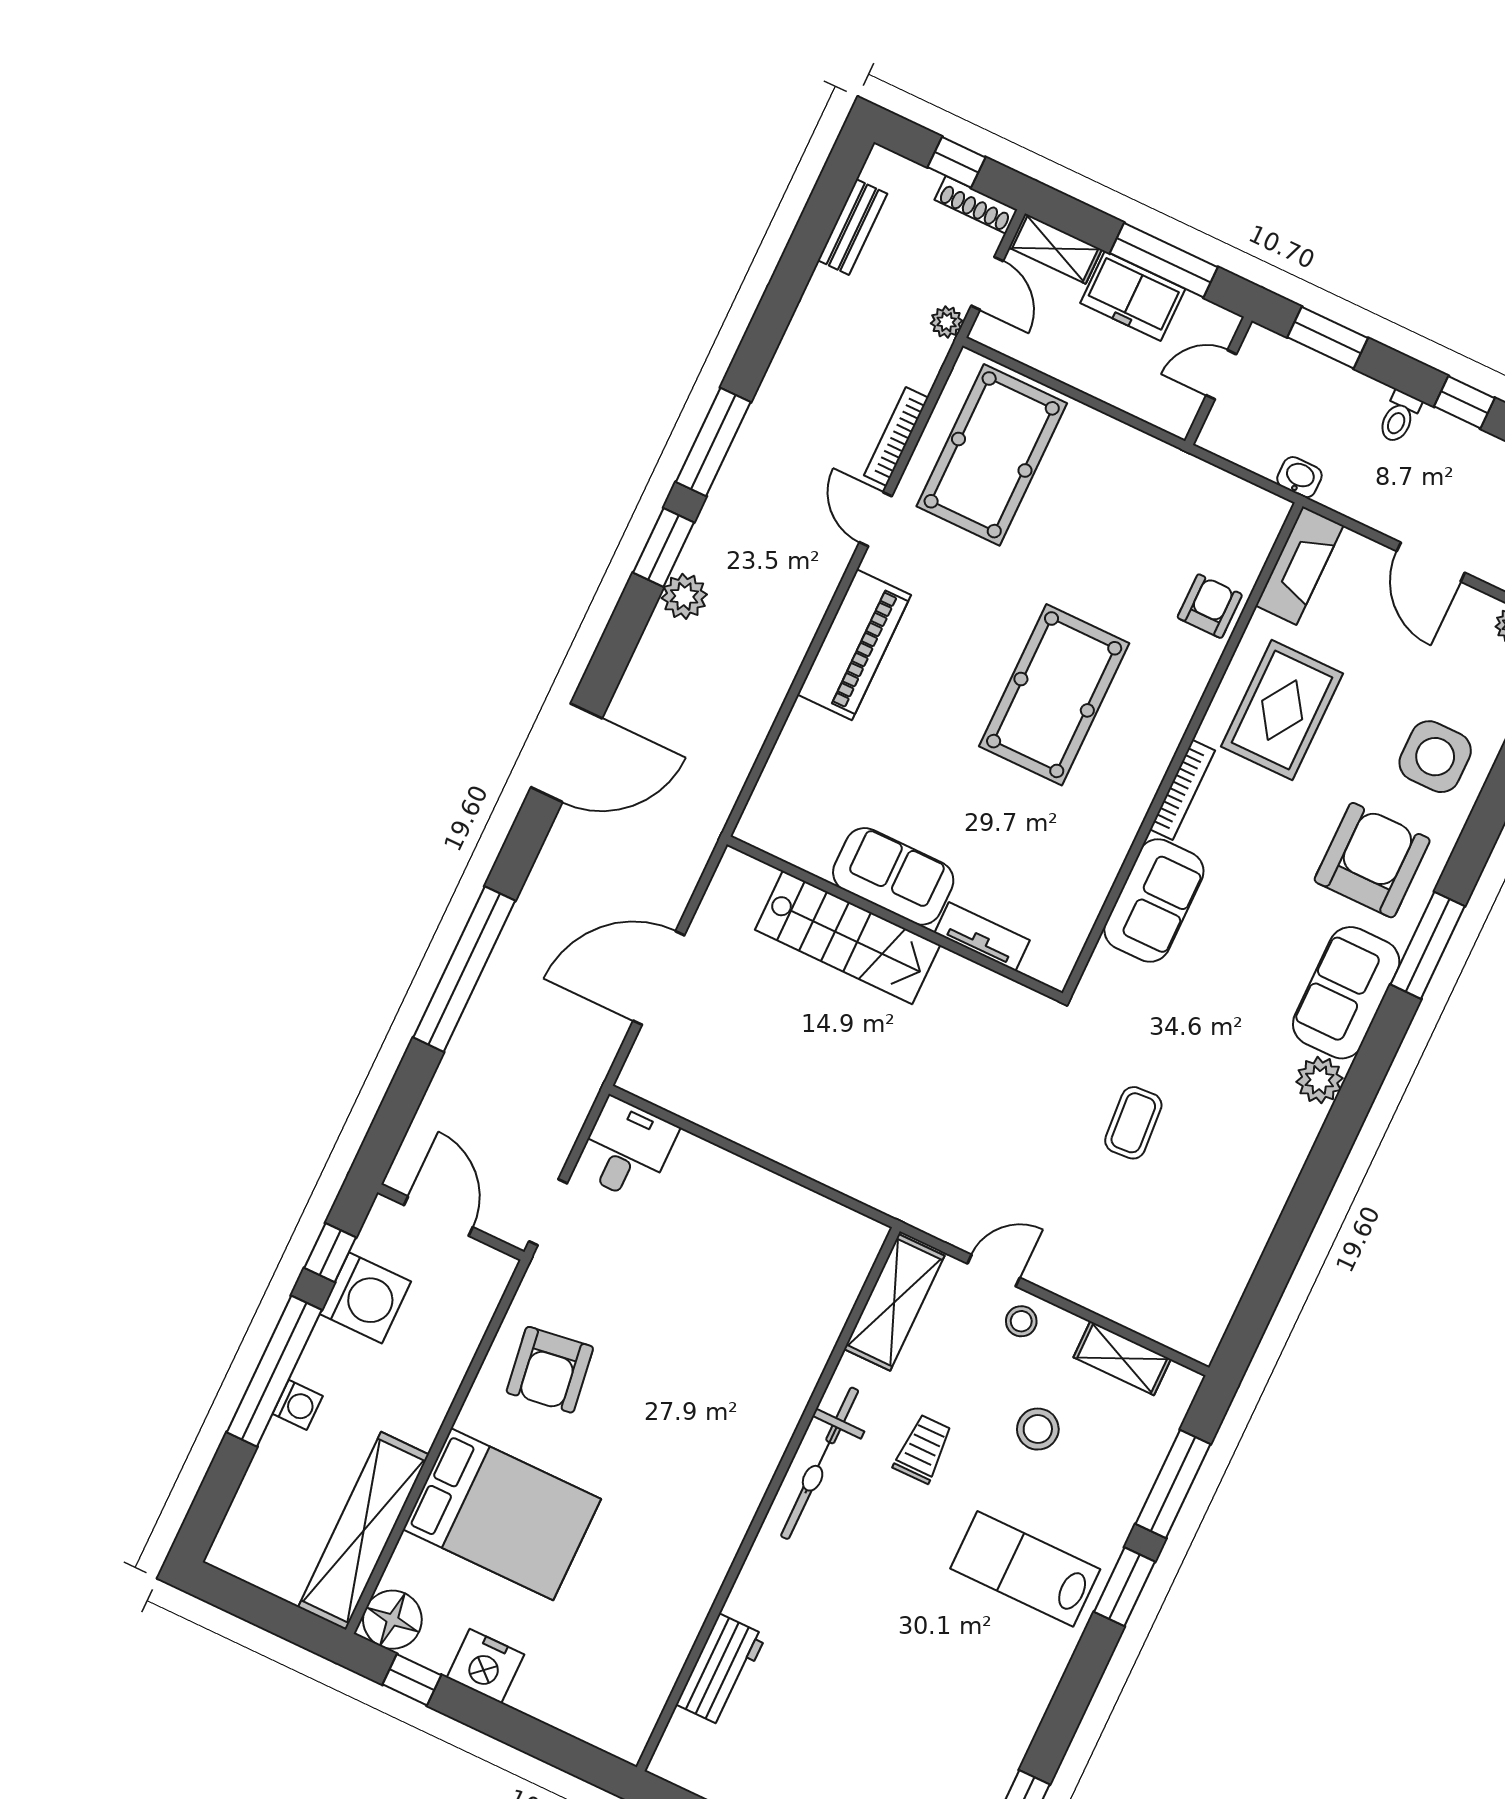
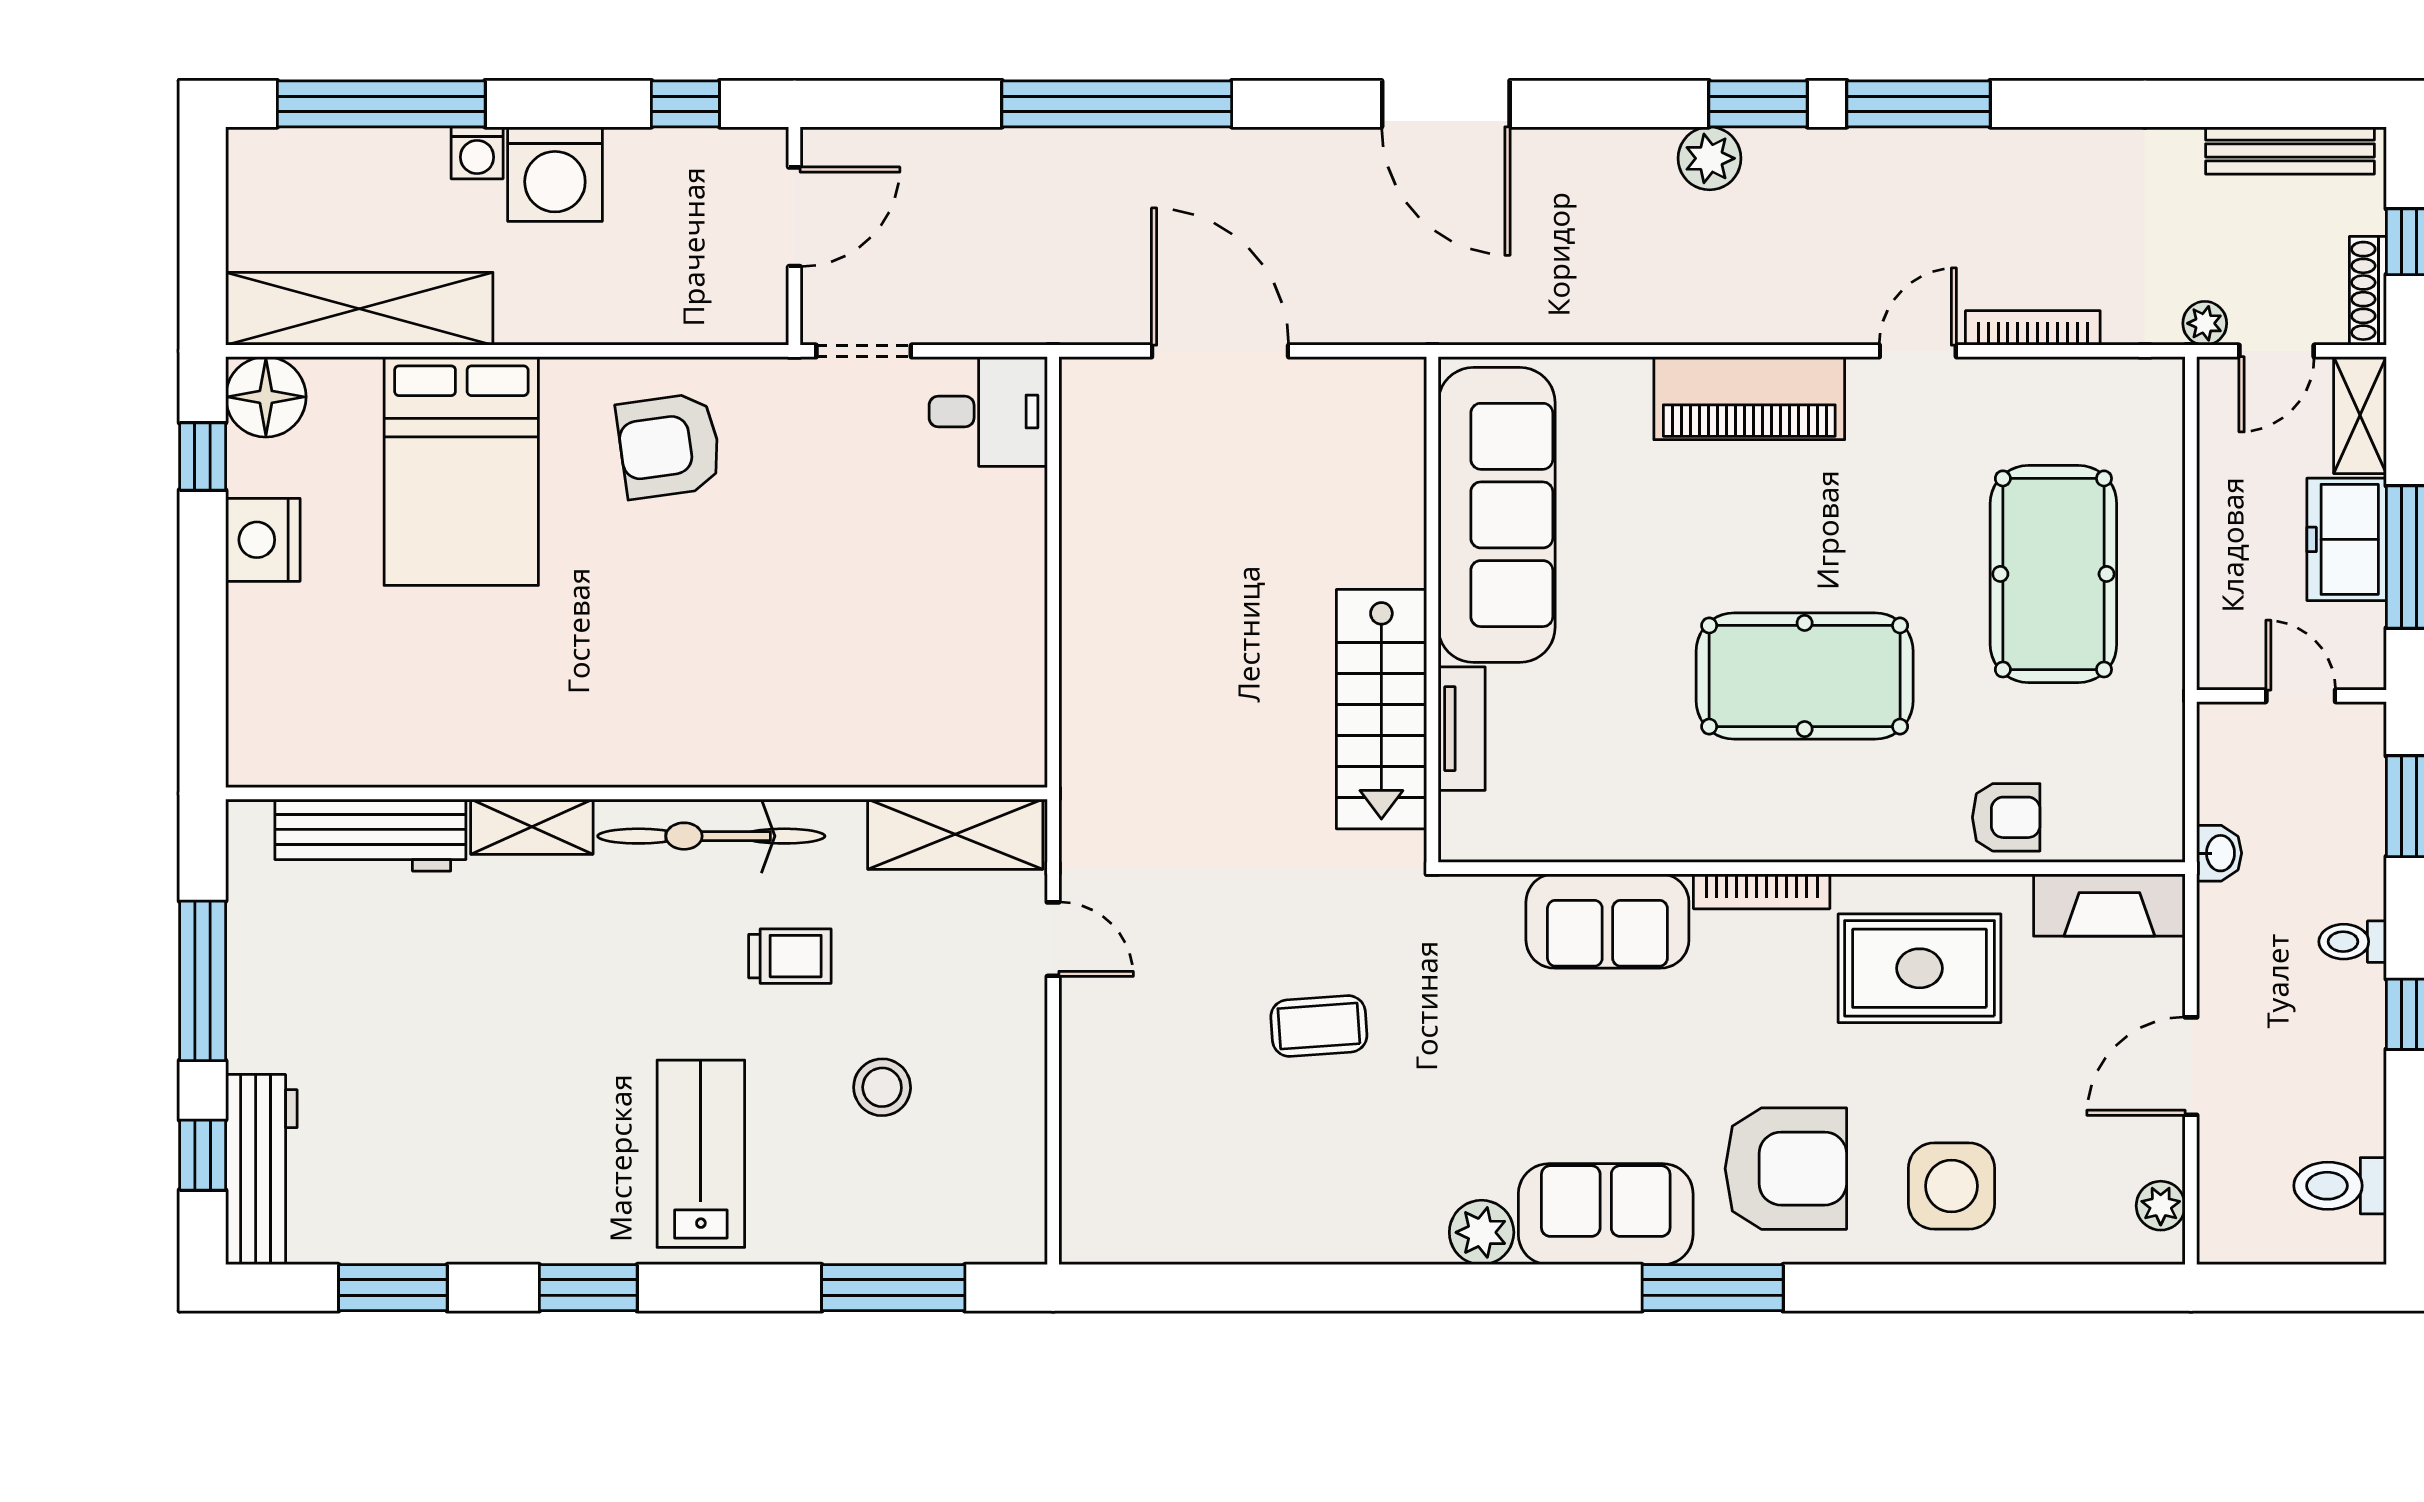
bench: (852, 227) -> (2290, 150), width x1.36
pool table: (992, 455) -> (2053, 574), moved, turned 90
sofa: (893, 876) -> (1497, 515), width x1.85, depth x1.27
stairs: (848, 937) -> (1381, 709), moved
washing machine: (365, 1298) -> (555, 174), moved
stool: (1021, 1321) -> (1006, 1003), removed
shelving: (1122, 1358) -> (532, 827), moved, turned 90
window: (274, 1371) -> (381, 104), moved
window: (1124, 1587) -> (588, 1288), moved
workbench: (721, 1670) -> (370, 835), width x1.38

